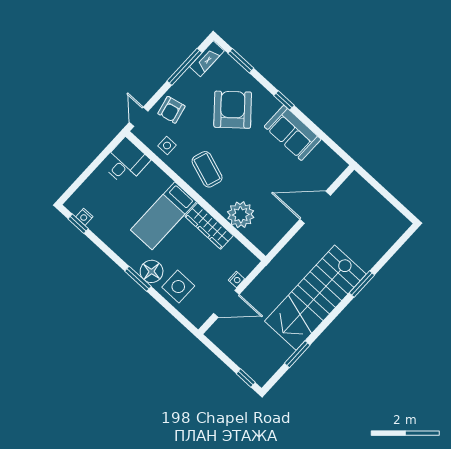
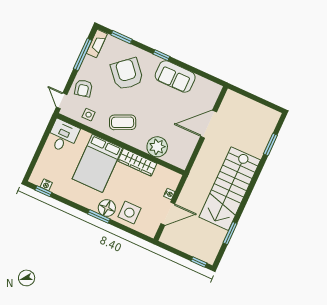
coffee table: (207, 169) -> (123, 122), turned -44
bed: (163, 216) -> (97, 163), width x1.50
window: (362, 284) -> (270, 145), moved

